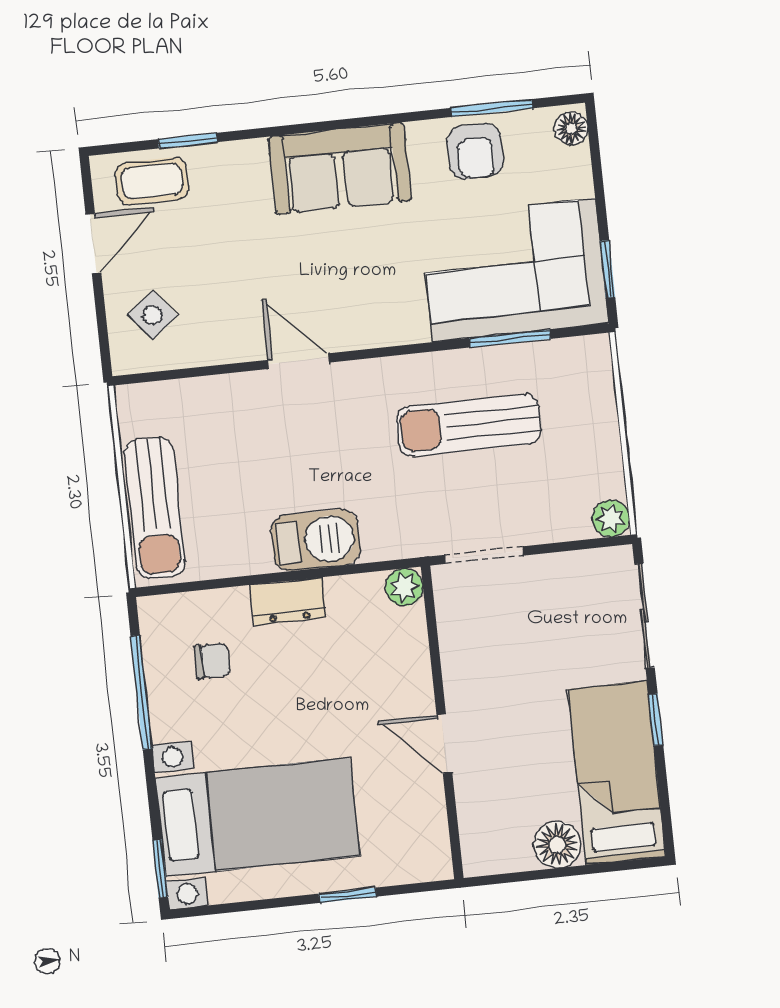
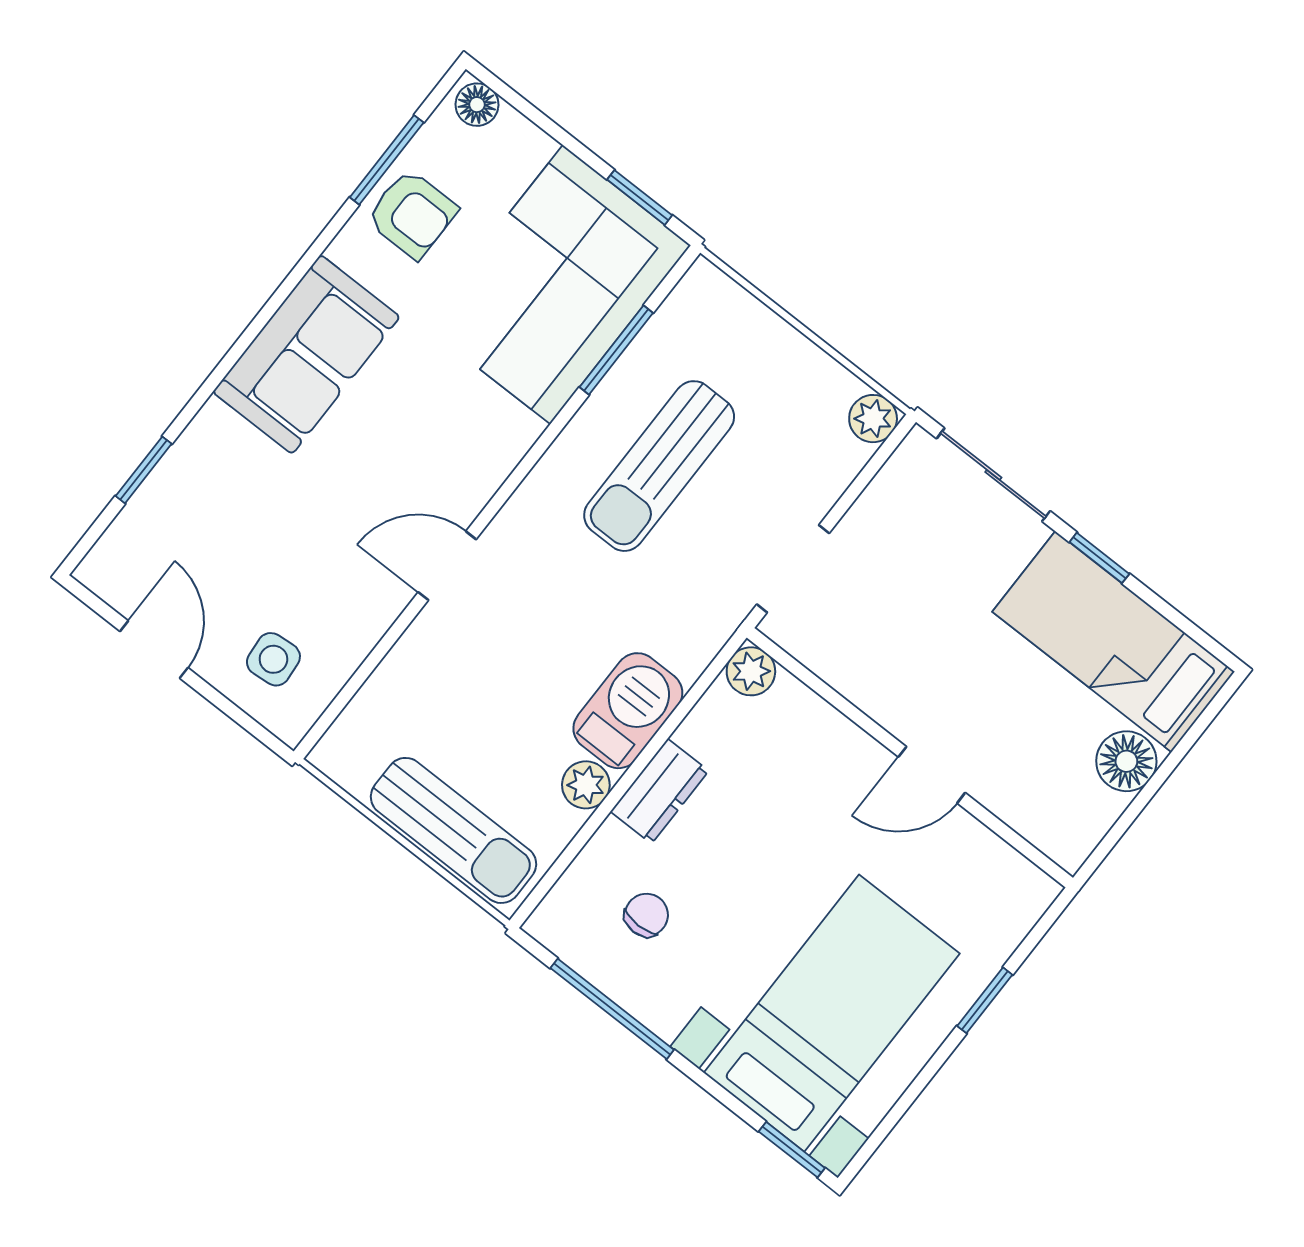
coffee table: (152, 181) -> (149, 539), removed
side table: (153, 315) -> (273, 659), turned 34
plant: (252, 557) -> (586, 785), added

